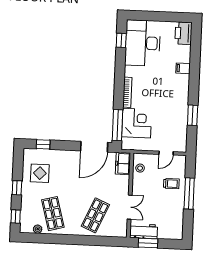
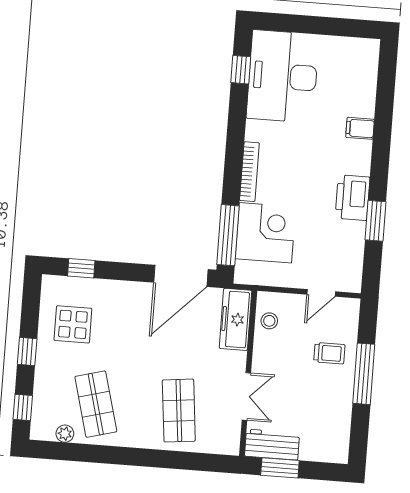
printer: (184, 33) -> (353, 198), moved
freezer: (123, 164) -> (236, 319), width x1.40
shop shelf: (95, 215) -> (179, 411), turned -30

